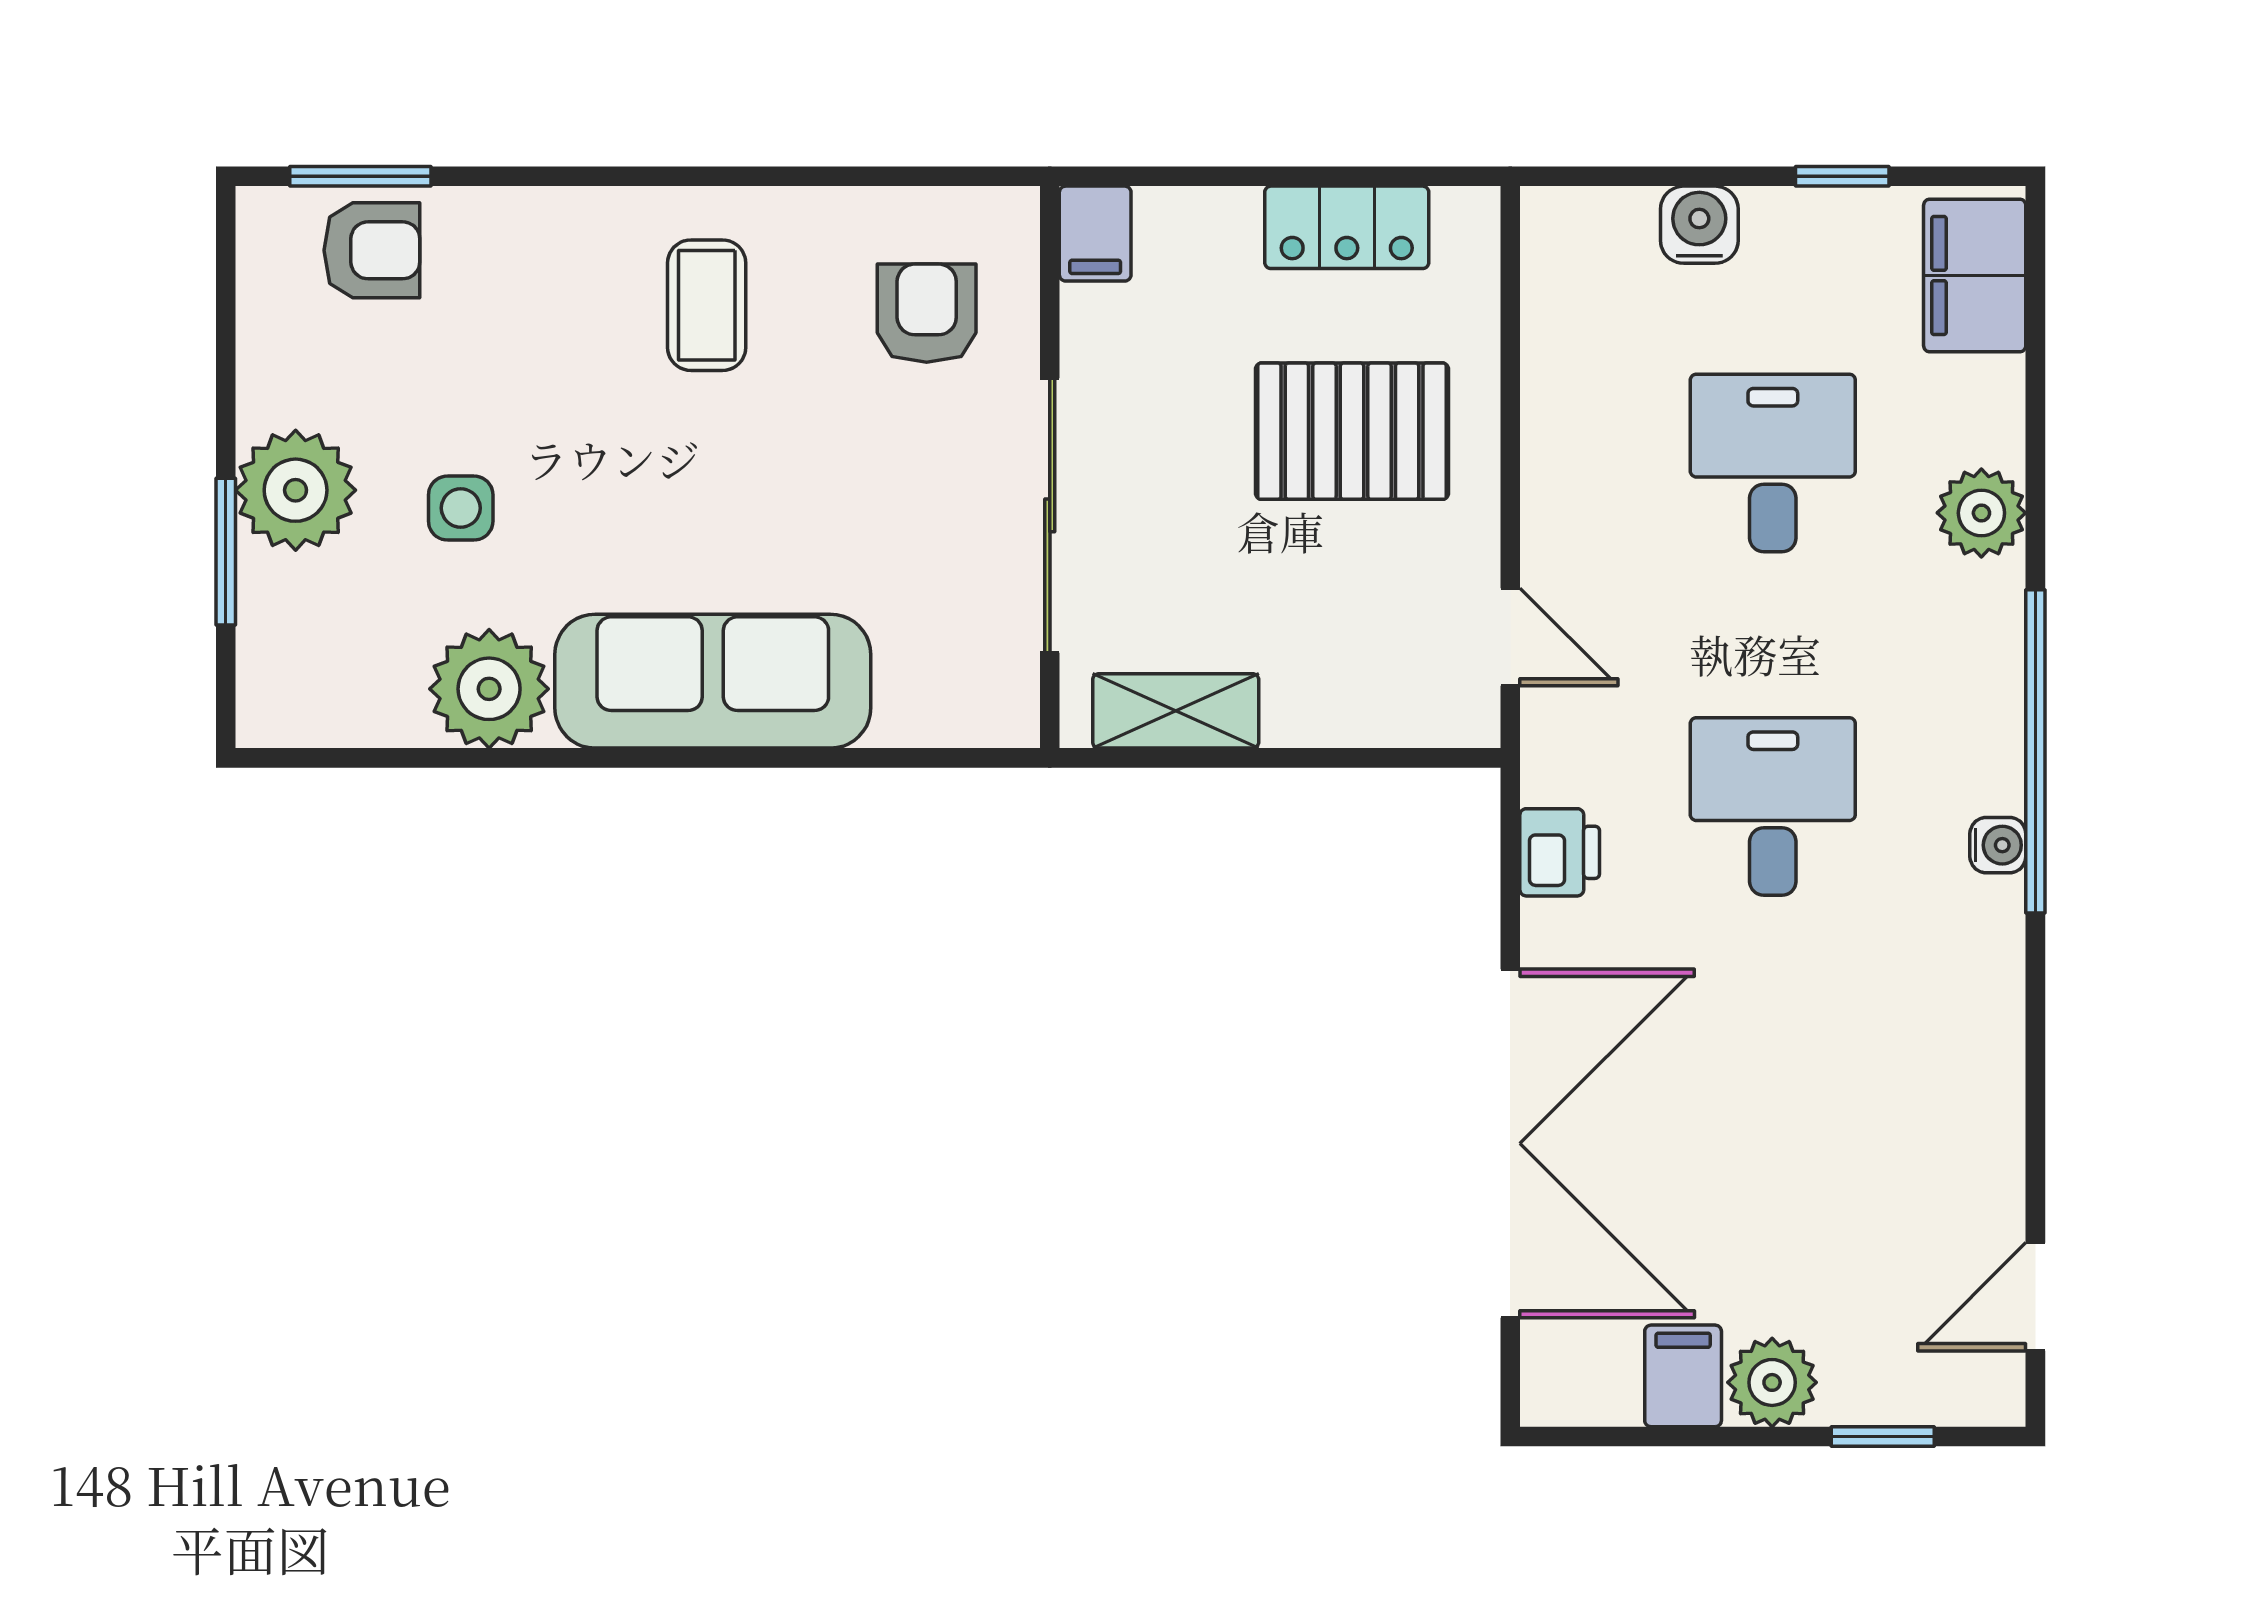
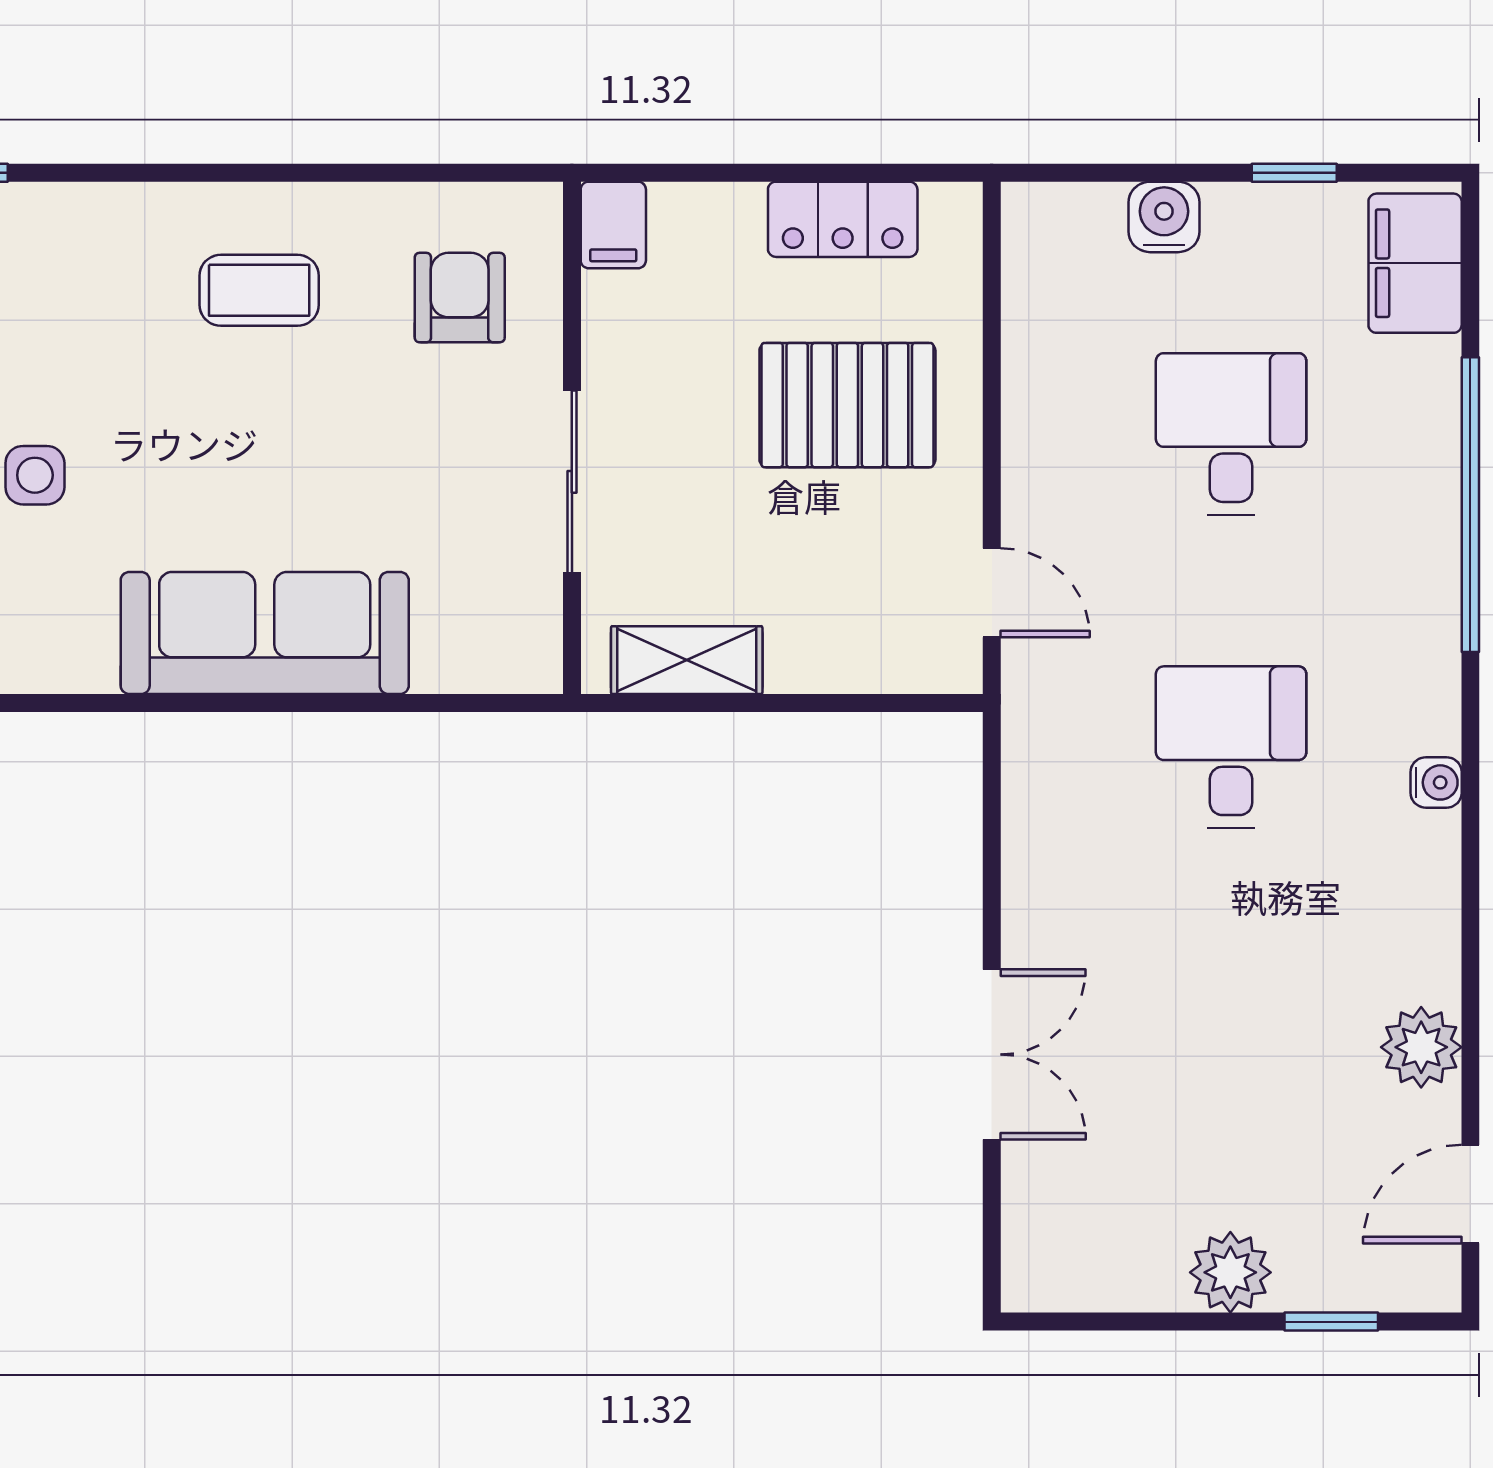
coffee table: (707, 305) -> (259, 290), turned 90
plant: (1981, 513) -> (1421, 1047), moved
sliding door: (1050, 515) -> (572, 482), width x0.73
plant: (489, 689) -> (61, 640), removed
window: (2035, 751) -> (1470, 505), moved
printer: (1560, 852) -> (1037, 789), removed
double door: (1510, 1143) -> (992, 1054), width x0.54
filing cabinet: (1683, 1376) -> (1149, 1266), removed

